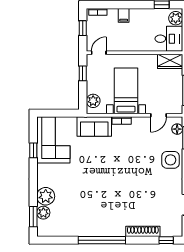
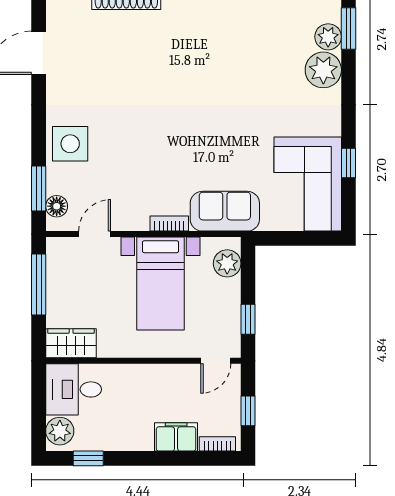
filing cabinet: (124, 15) -> (176, 437), width x2.00

